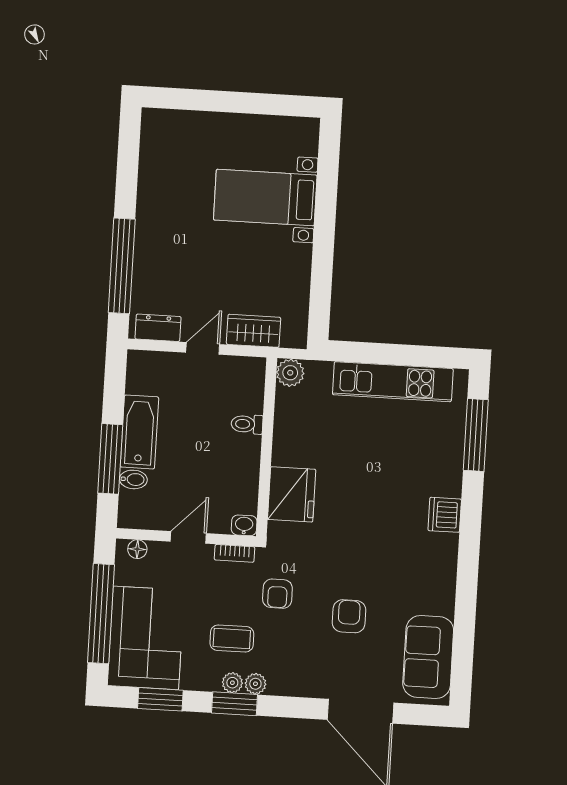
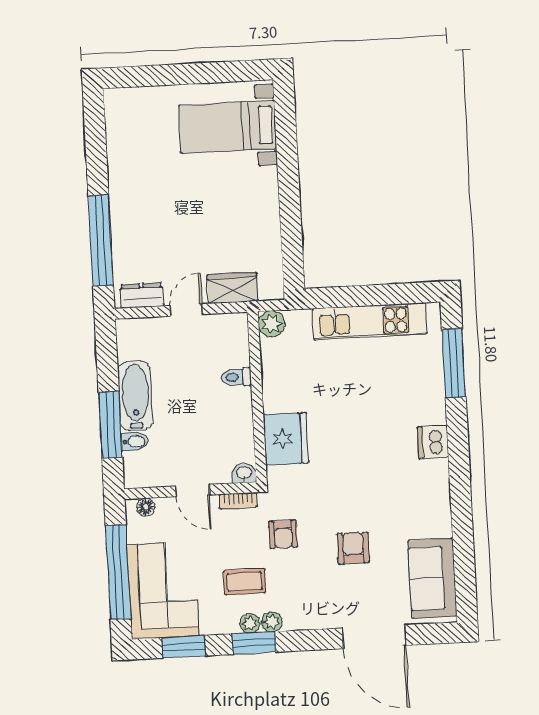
bed with nightstands: (265, 198) -> (228, 127), moved
door: (188, 537) -> (193, 491), swing flipped

